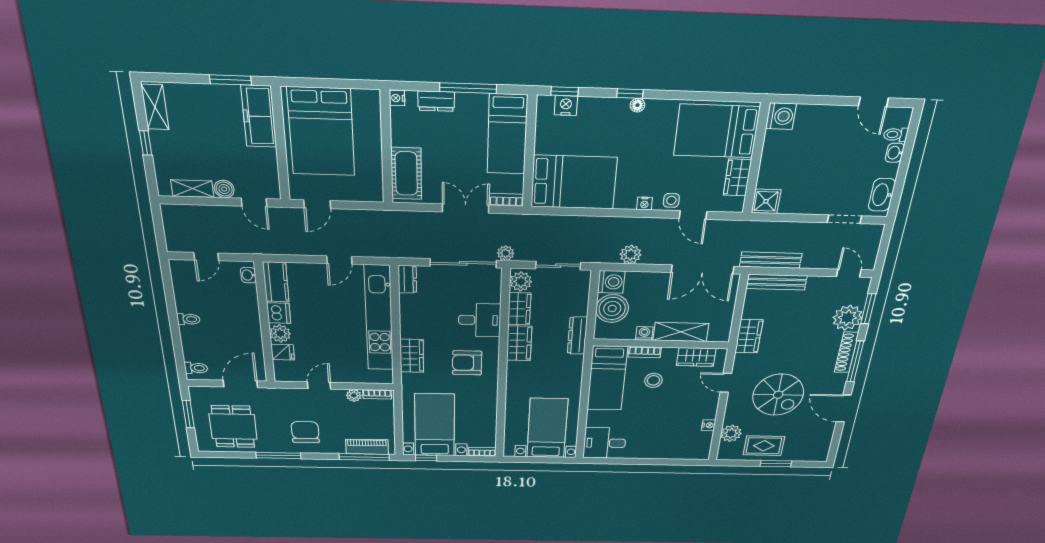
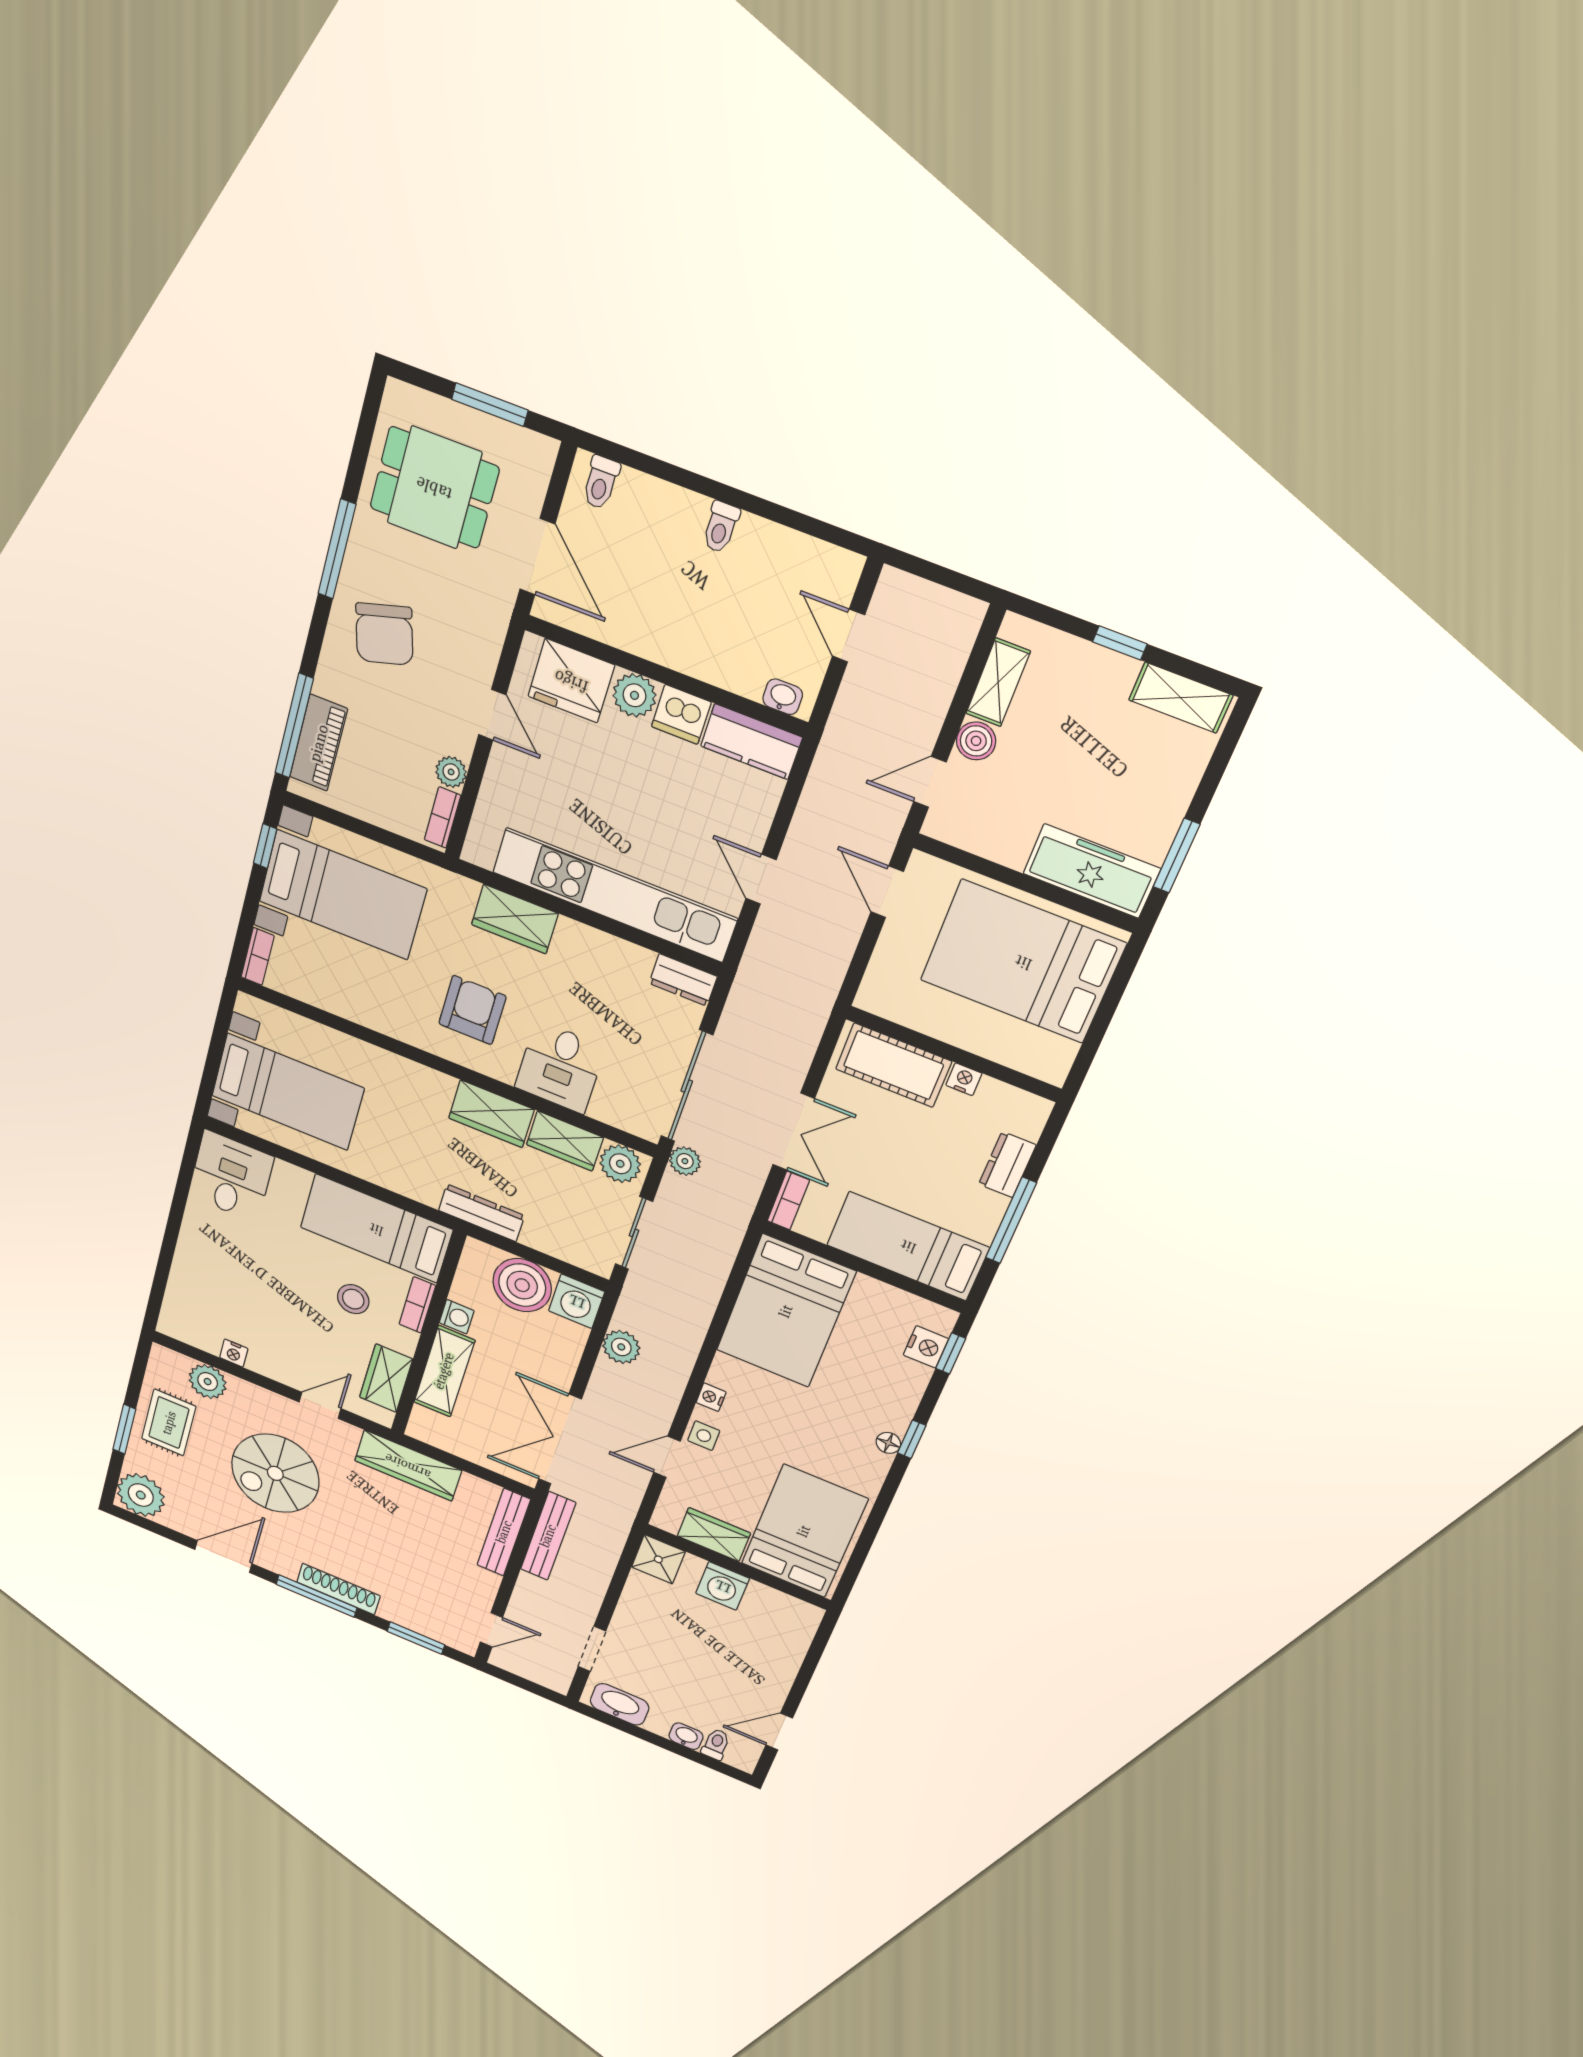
nightstand: (397, 98) -> (964, 1079), moved
washing machine: (781, 116) -> (723, 1586), moved
plant: (848, 318) -> (141, 1495), moved
wardrobe: (749, 336) -> (408, 1466), width x1.50
fridge: (283, 352) -> (571, 681), width x1.88, depth x1.34
chair: (305, 432) -> (384, 634), turned 74

